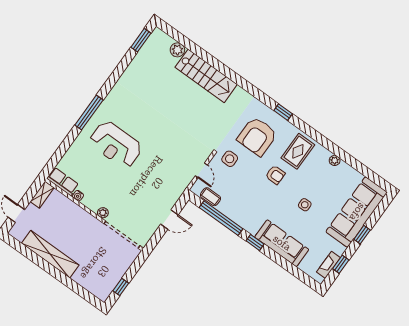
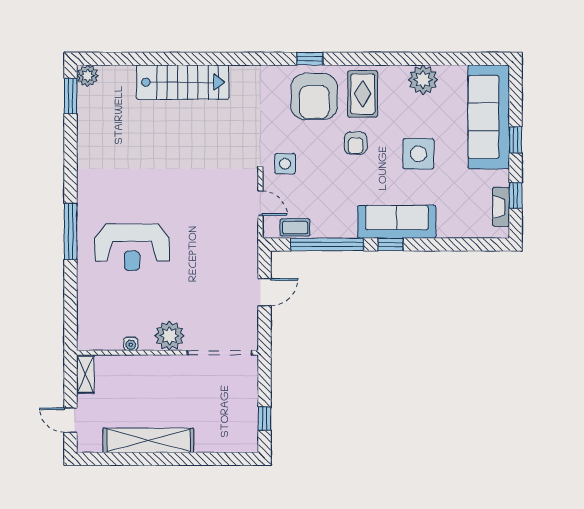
plant: (177, 50) -> (87, 76), moved
armchair: (257, 136) -> (314, 97), moved
plant: (335, 160) -> (423, 80), width x1.88, depth x1.88
armchair: (275, 175) -> (356, 143), turned 90
row of seats: (63, 182) -> (99, 340), removed
side table: (305, 205) -> (418, 154), width x1.87, depth x1.87
plant: (103, 213) -> (170, 336), width x1.88, depth x1.88
sofa: (282, 243) -> (397, 222), moved

